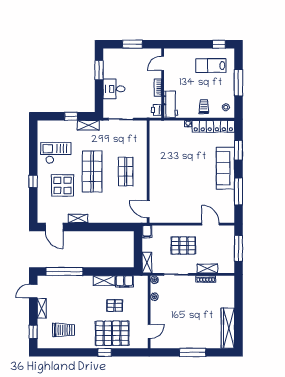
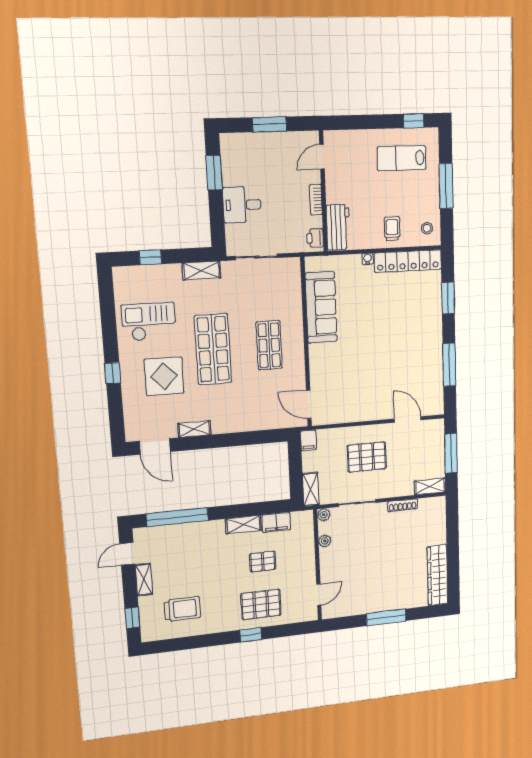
window: (71, 116) -> (150, 257), moved
sofa: (225, 168) -> (321, 307), moved, turned 180
shelving: (207, 269) -> (430, 487), moved
pallet: (112, 333) -> (261, 604), width x0.73, depth x0.71

